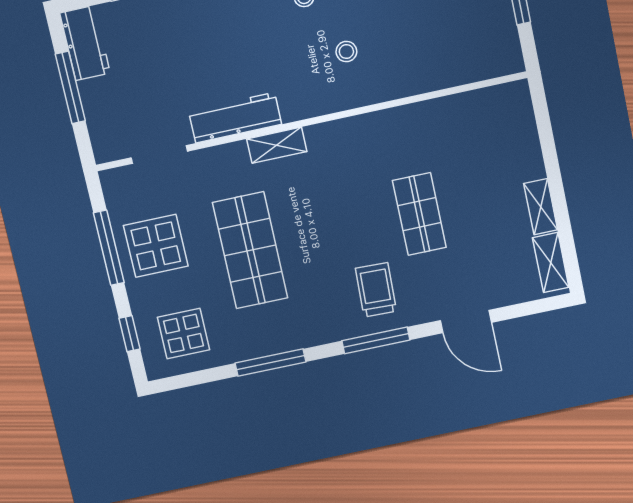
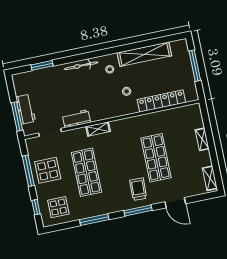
workbench: (85, 43) -> (26, 109), moved
locker: (433, 75) -> (161, 101), added
window: (70, 87) -> (17, 116), moved
workbench: (235, 118) -> (76, 119), width x0.73
shelving: (541, 207) -> (202, 139), moved
shop shelf: (419, 214) -> (156, 158), width x1.43, depth x1.36

